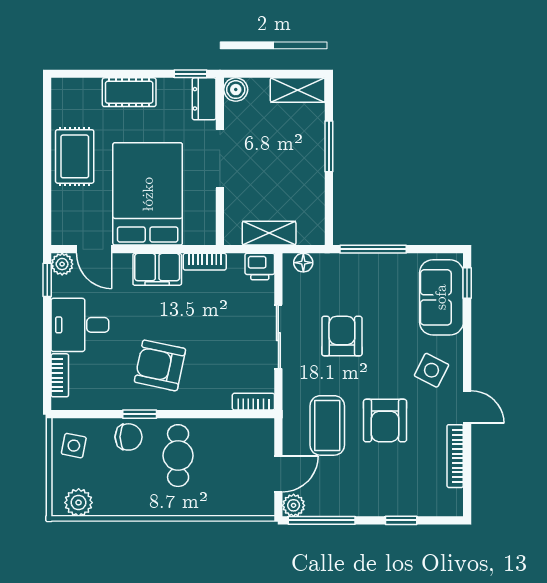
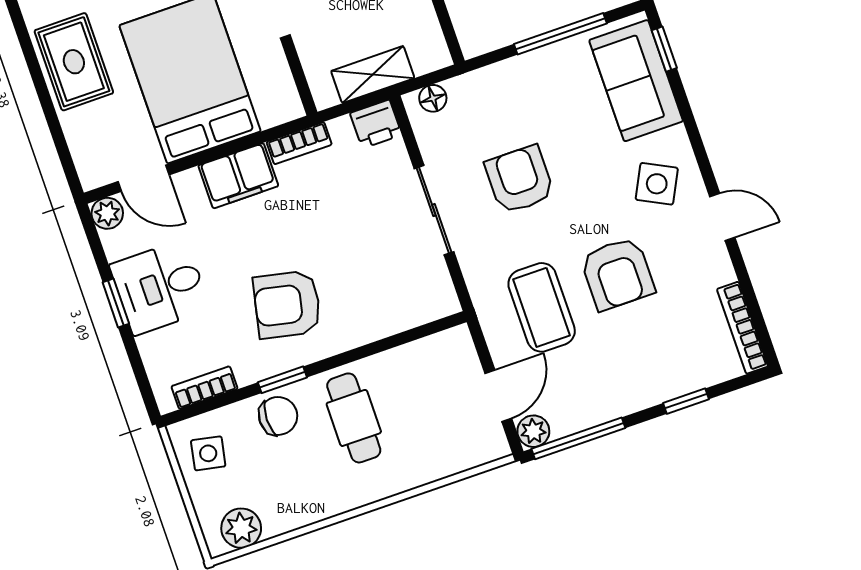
window: (373, 249) -> (560, 34), moved
window: (47, 280) -> (116, 303), moved
bookcase: (60, 375) -> (204, 388), moved, turned -90
bookcase: (253, 402) -> (431, 310), removed
bookcase: (455, 456) -> (742, 328), moved

